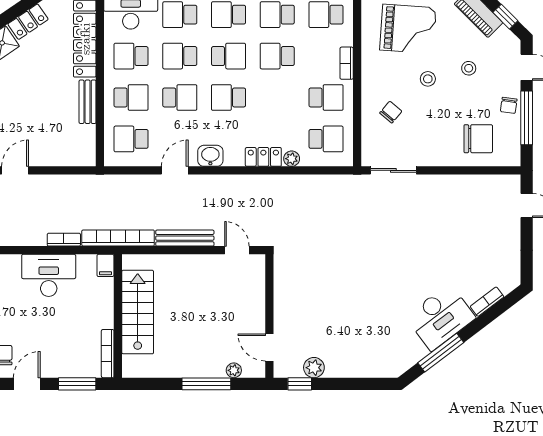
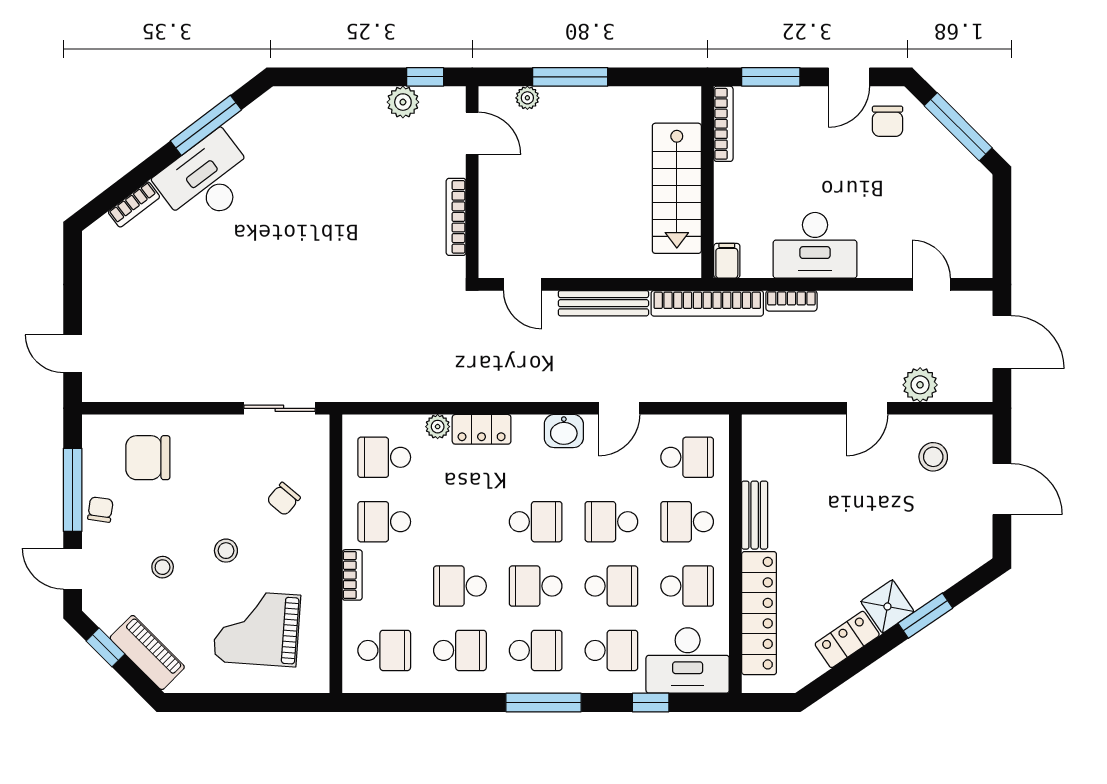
school desk: (277, 56) -> (460, 586), turned 180
bookcase: (280, 294) -> (456, 217), added

